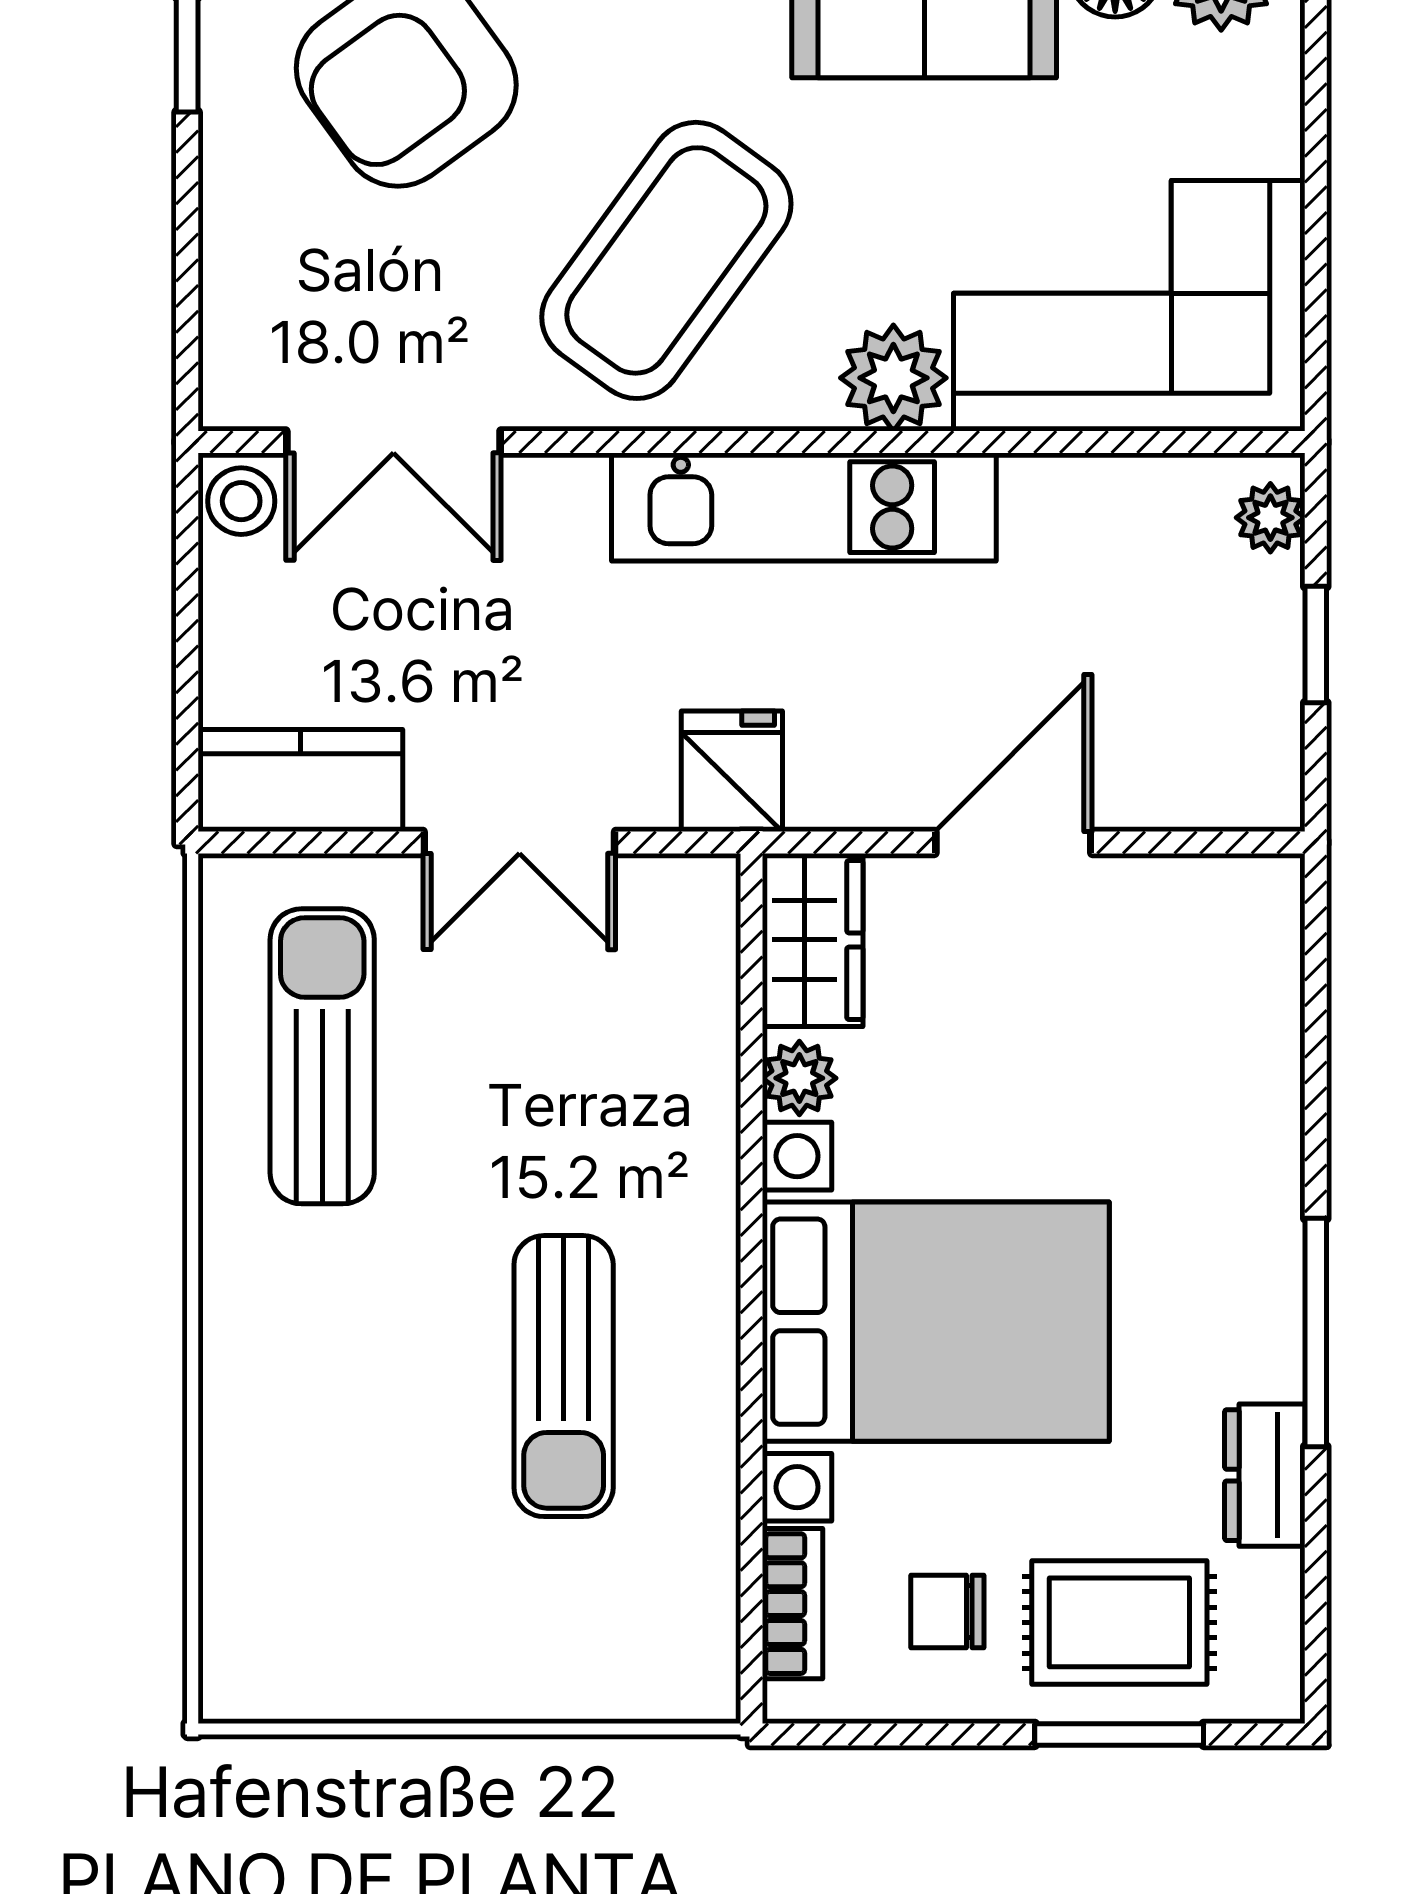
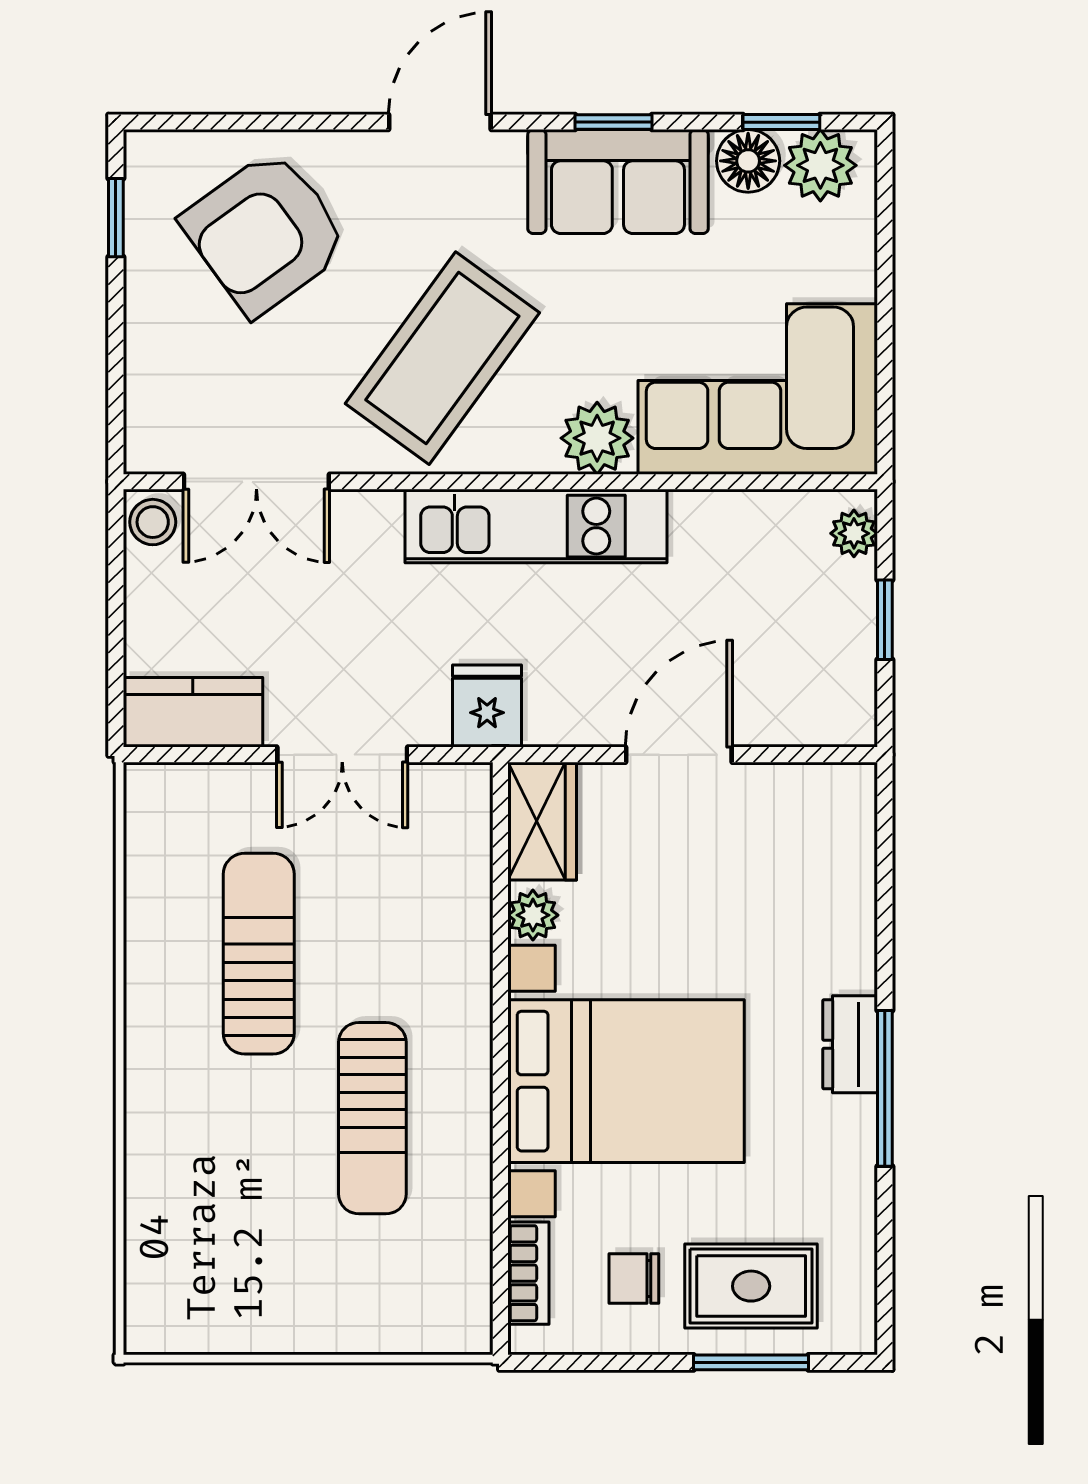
sun lounger: (322, 1056) -> (259, 954), moved
dresser: (1265, 1475) -> (850, 1044), moved

